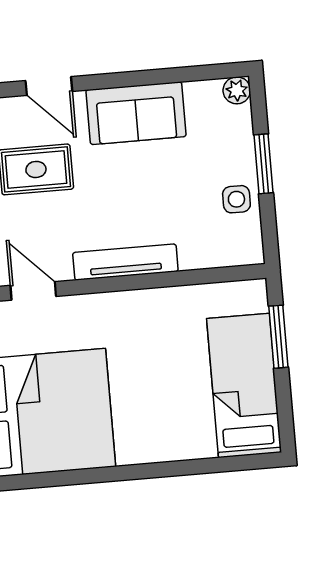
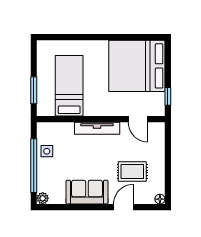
door: (49, 86) -> (124, 207), hinge flipped
window: (264, 164) -> (34, 166), width x2.11
bed: (244, 385) -> (69, 86), moved, turned 180

